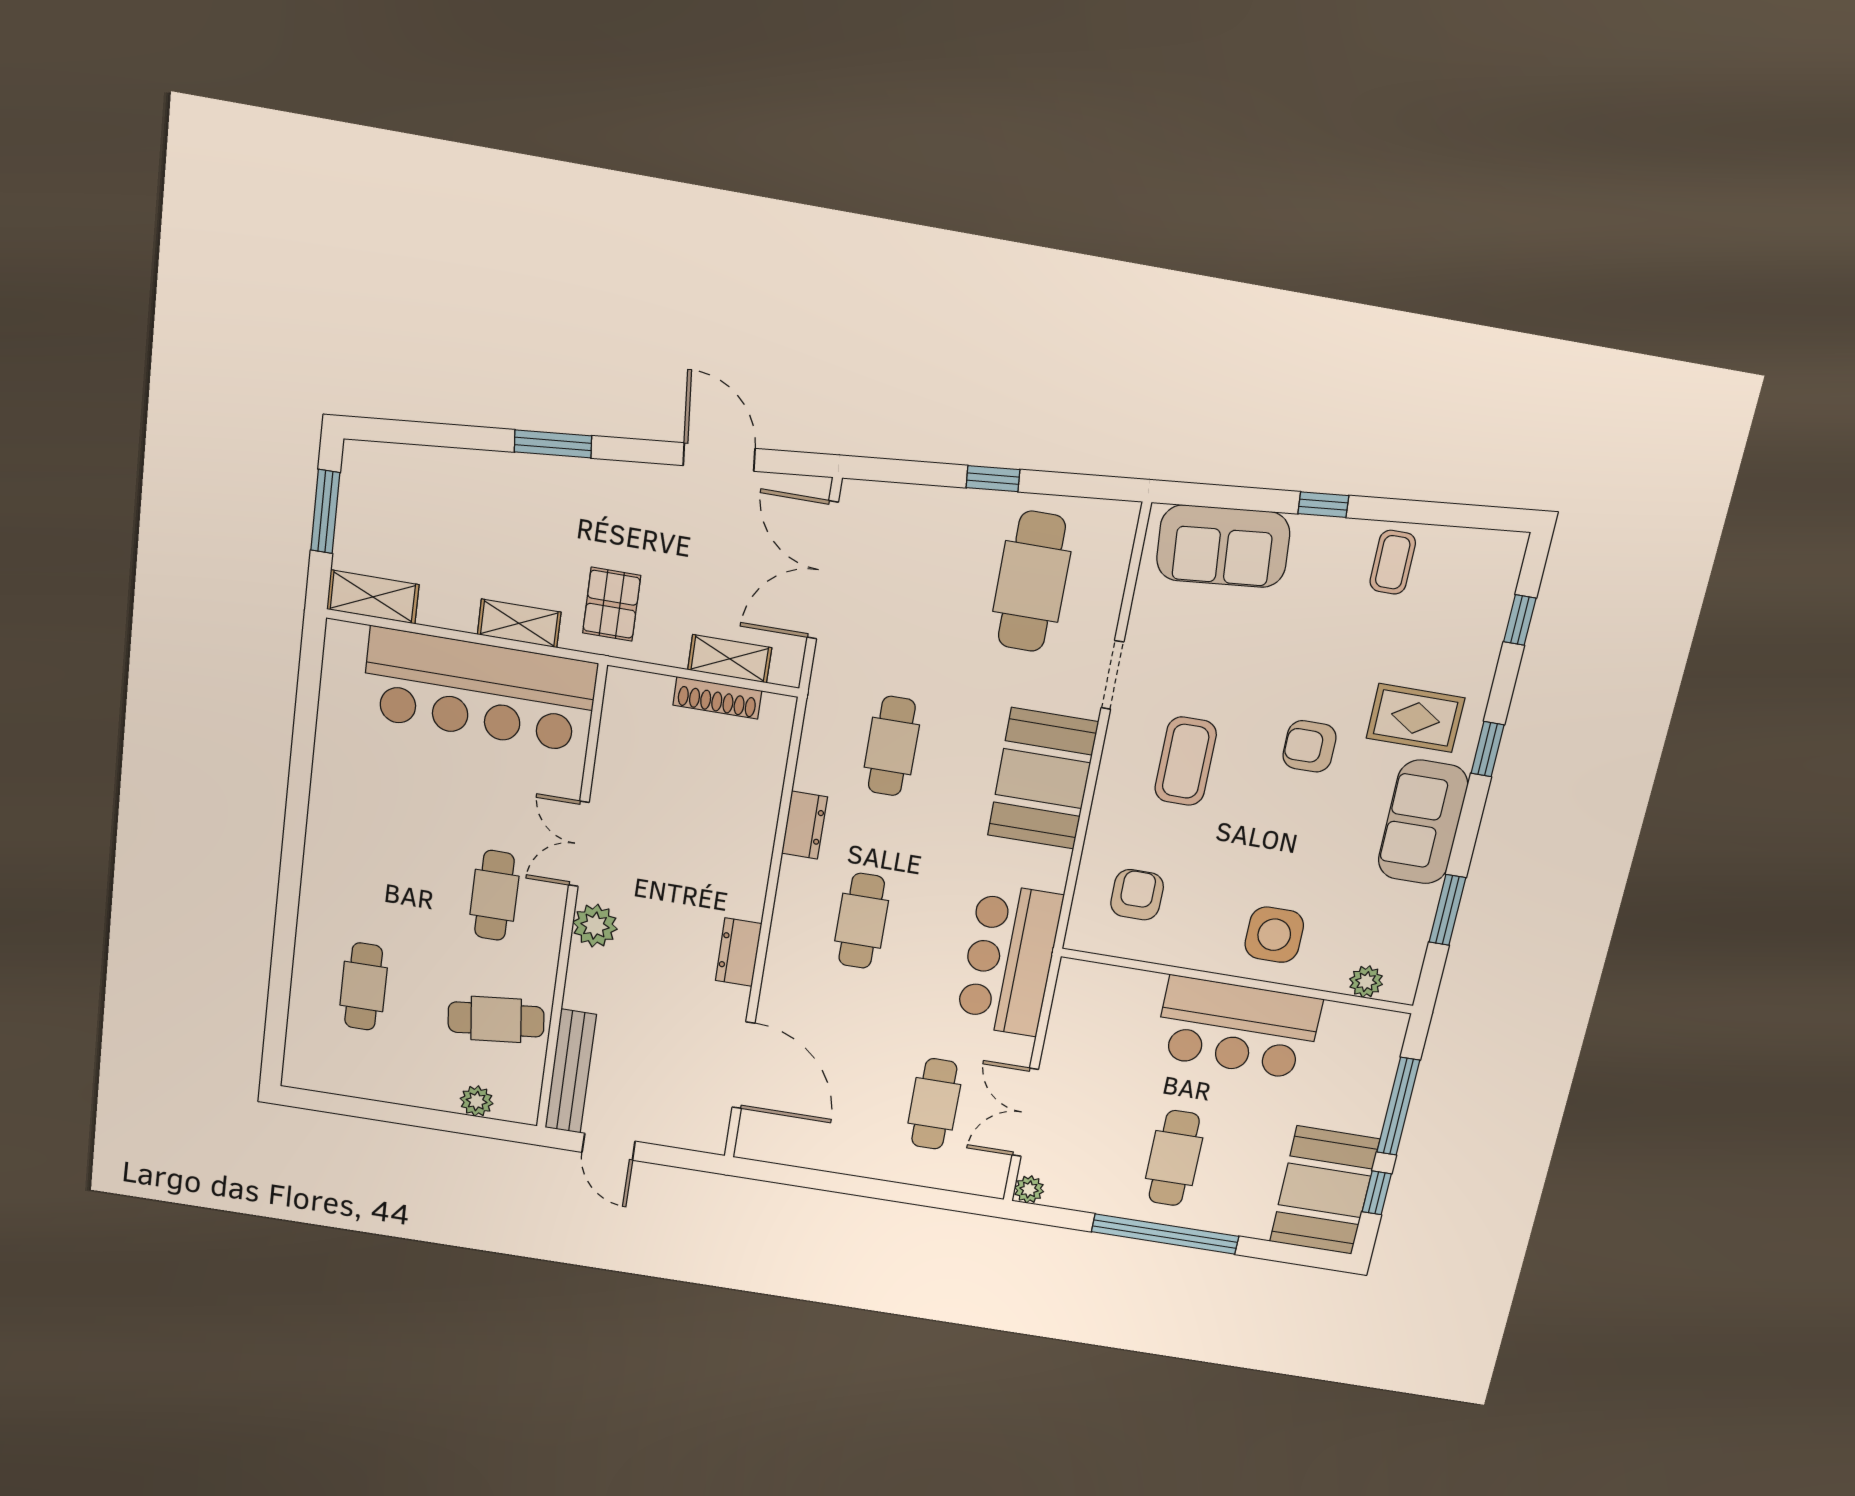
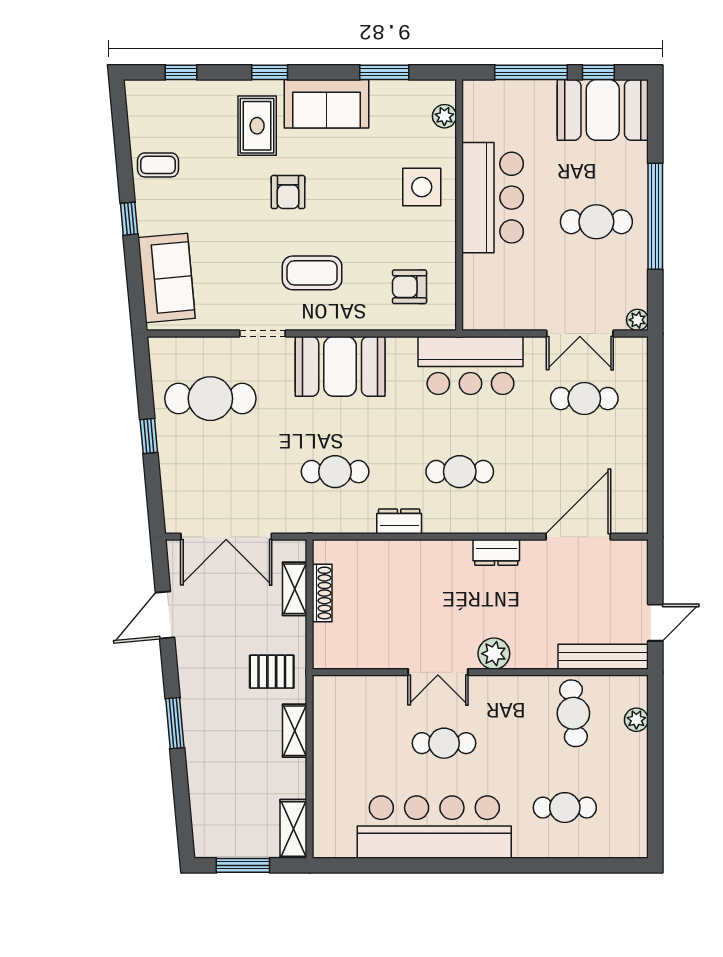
bar counter: (479, 690) -> (434, 827), moved, turned -90
cafe table: (494, 895) -> (444, 743), moved

